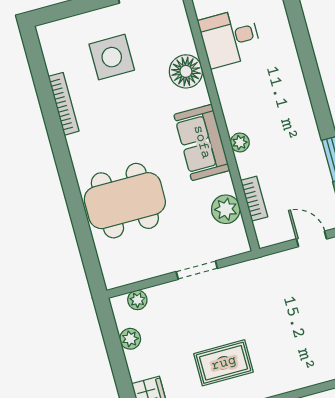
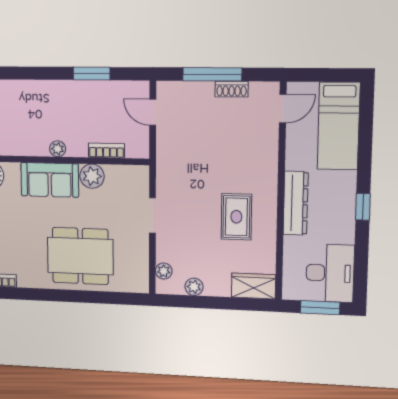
dining table: (125, 201) -> (80, 256), turned 90
plant: (226, 209) -> (92, 176), moved
door: (311, 239) -> (153, 112), hinge flipped

